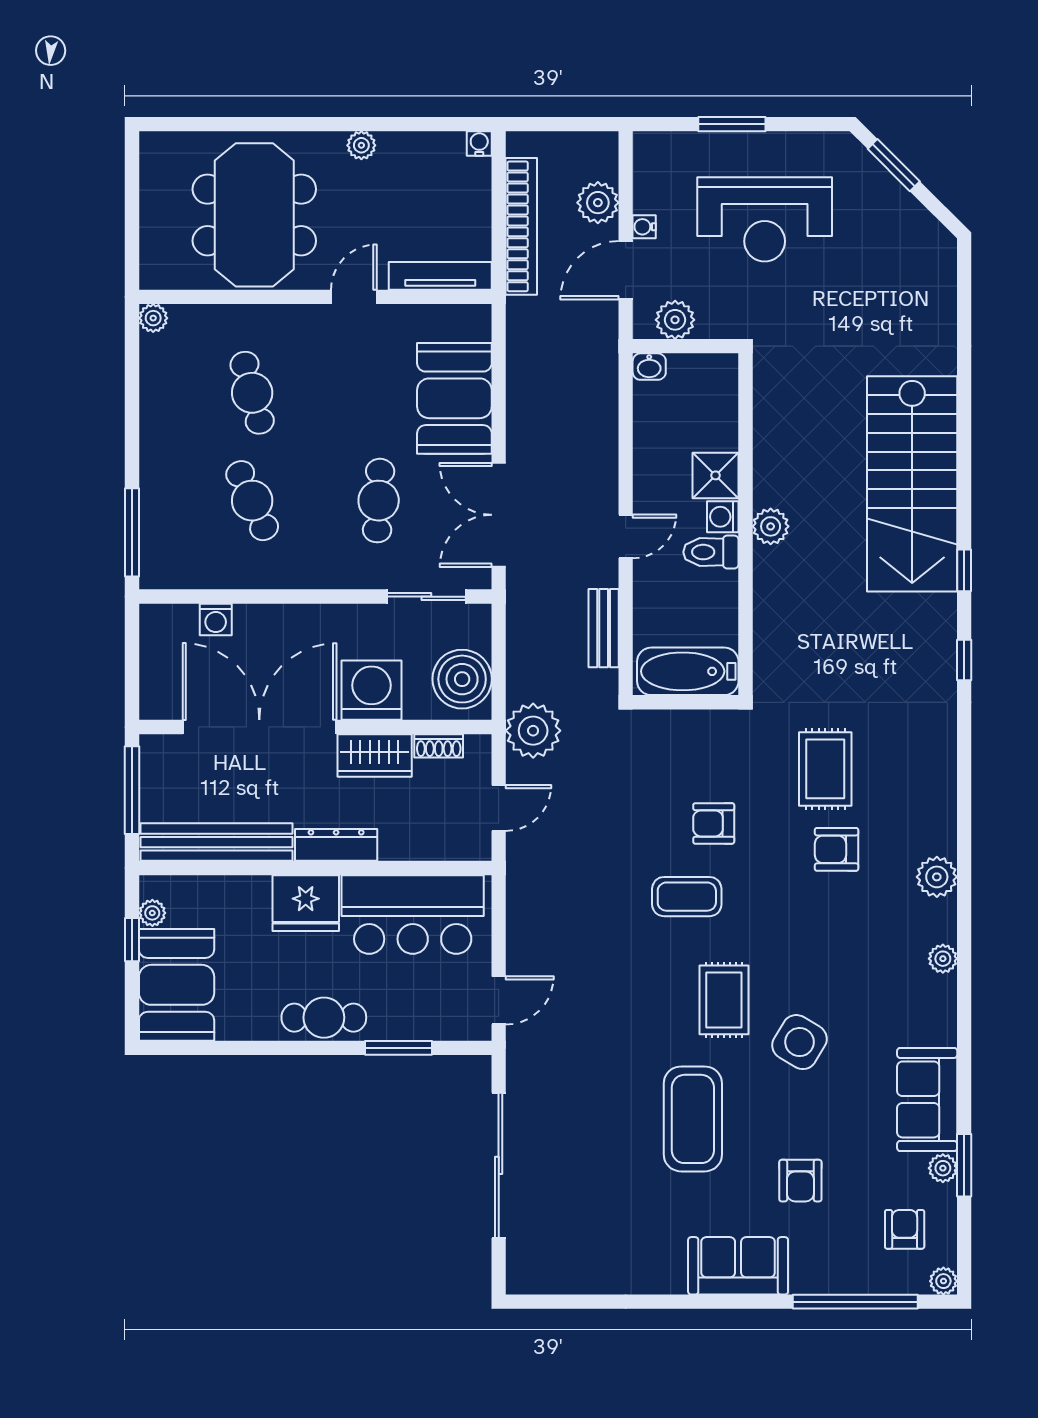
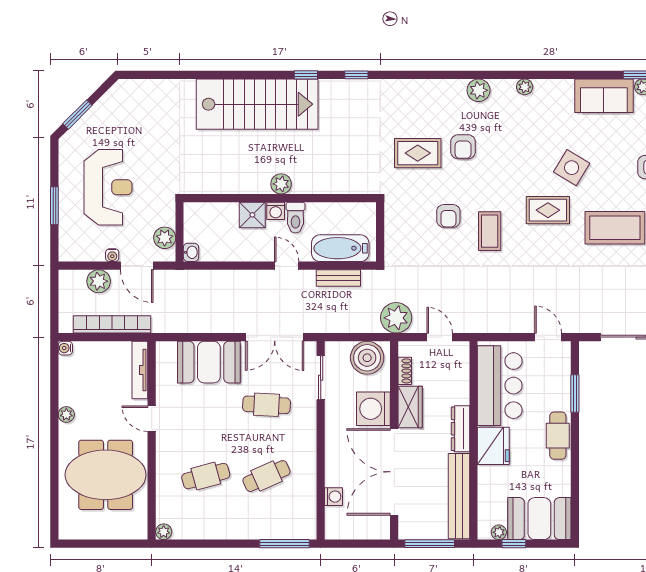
bathtub: (688, 671) -> (340, 248), moved, turned 90

